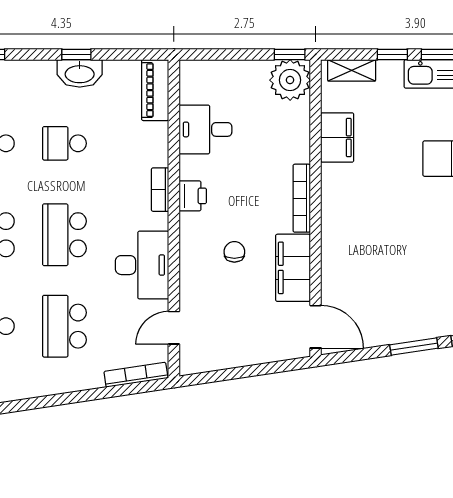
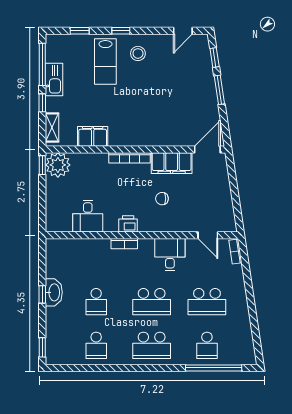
piano: (155, 90) -> (64, 247), removed
desk: (142, 265) -> (170, 255), width x0.73
bookcase: (136, 375) -> (235, 252), width x0.64

